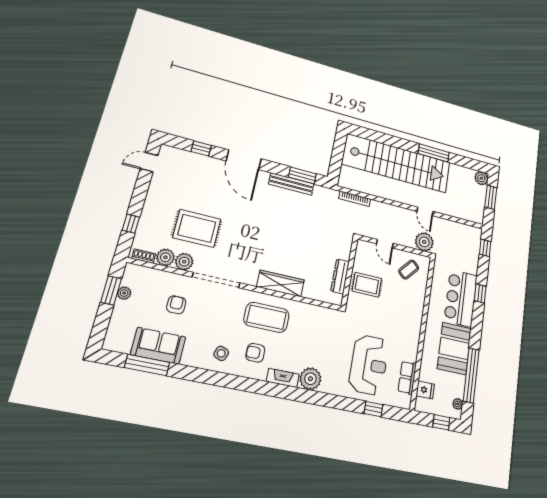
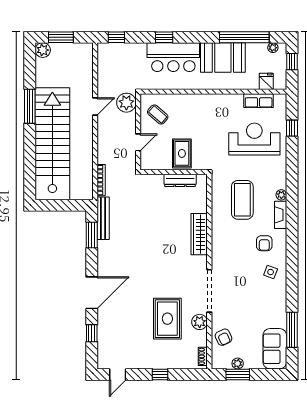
door: (149, 162) -> (118, 374), hinge flipped
bench: (291, 184) -> (103, 218), moved
window: (131, 224) -> (160, 374), moved
plant: (165, 257) -> (200, 338), removed
armchair: (176, 305) -> (223, 337), moved, turned -115
coffee table: (267, 317) -> (242, 200), moved
sofa: (158, 346) -> (275, 349), moved
plant: (310, 379) -> (281, 195), width x0.53, depth x0.53

